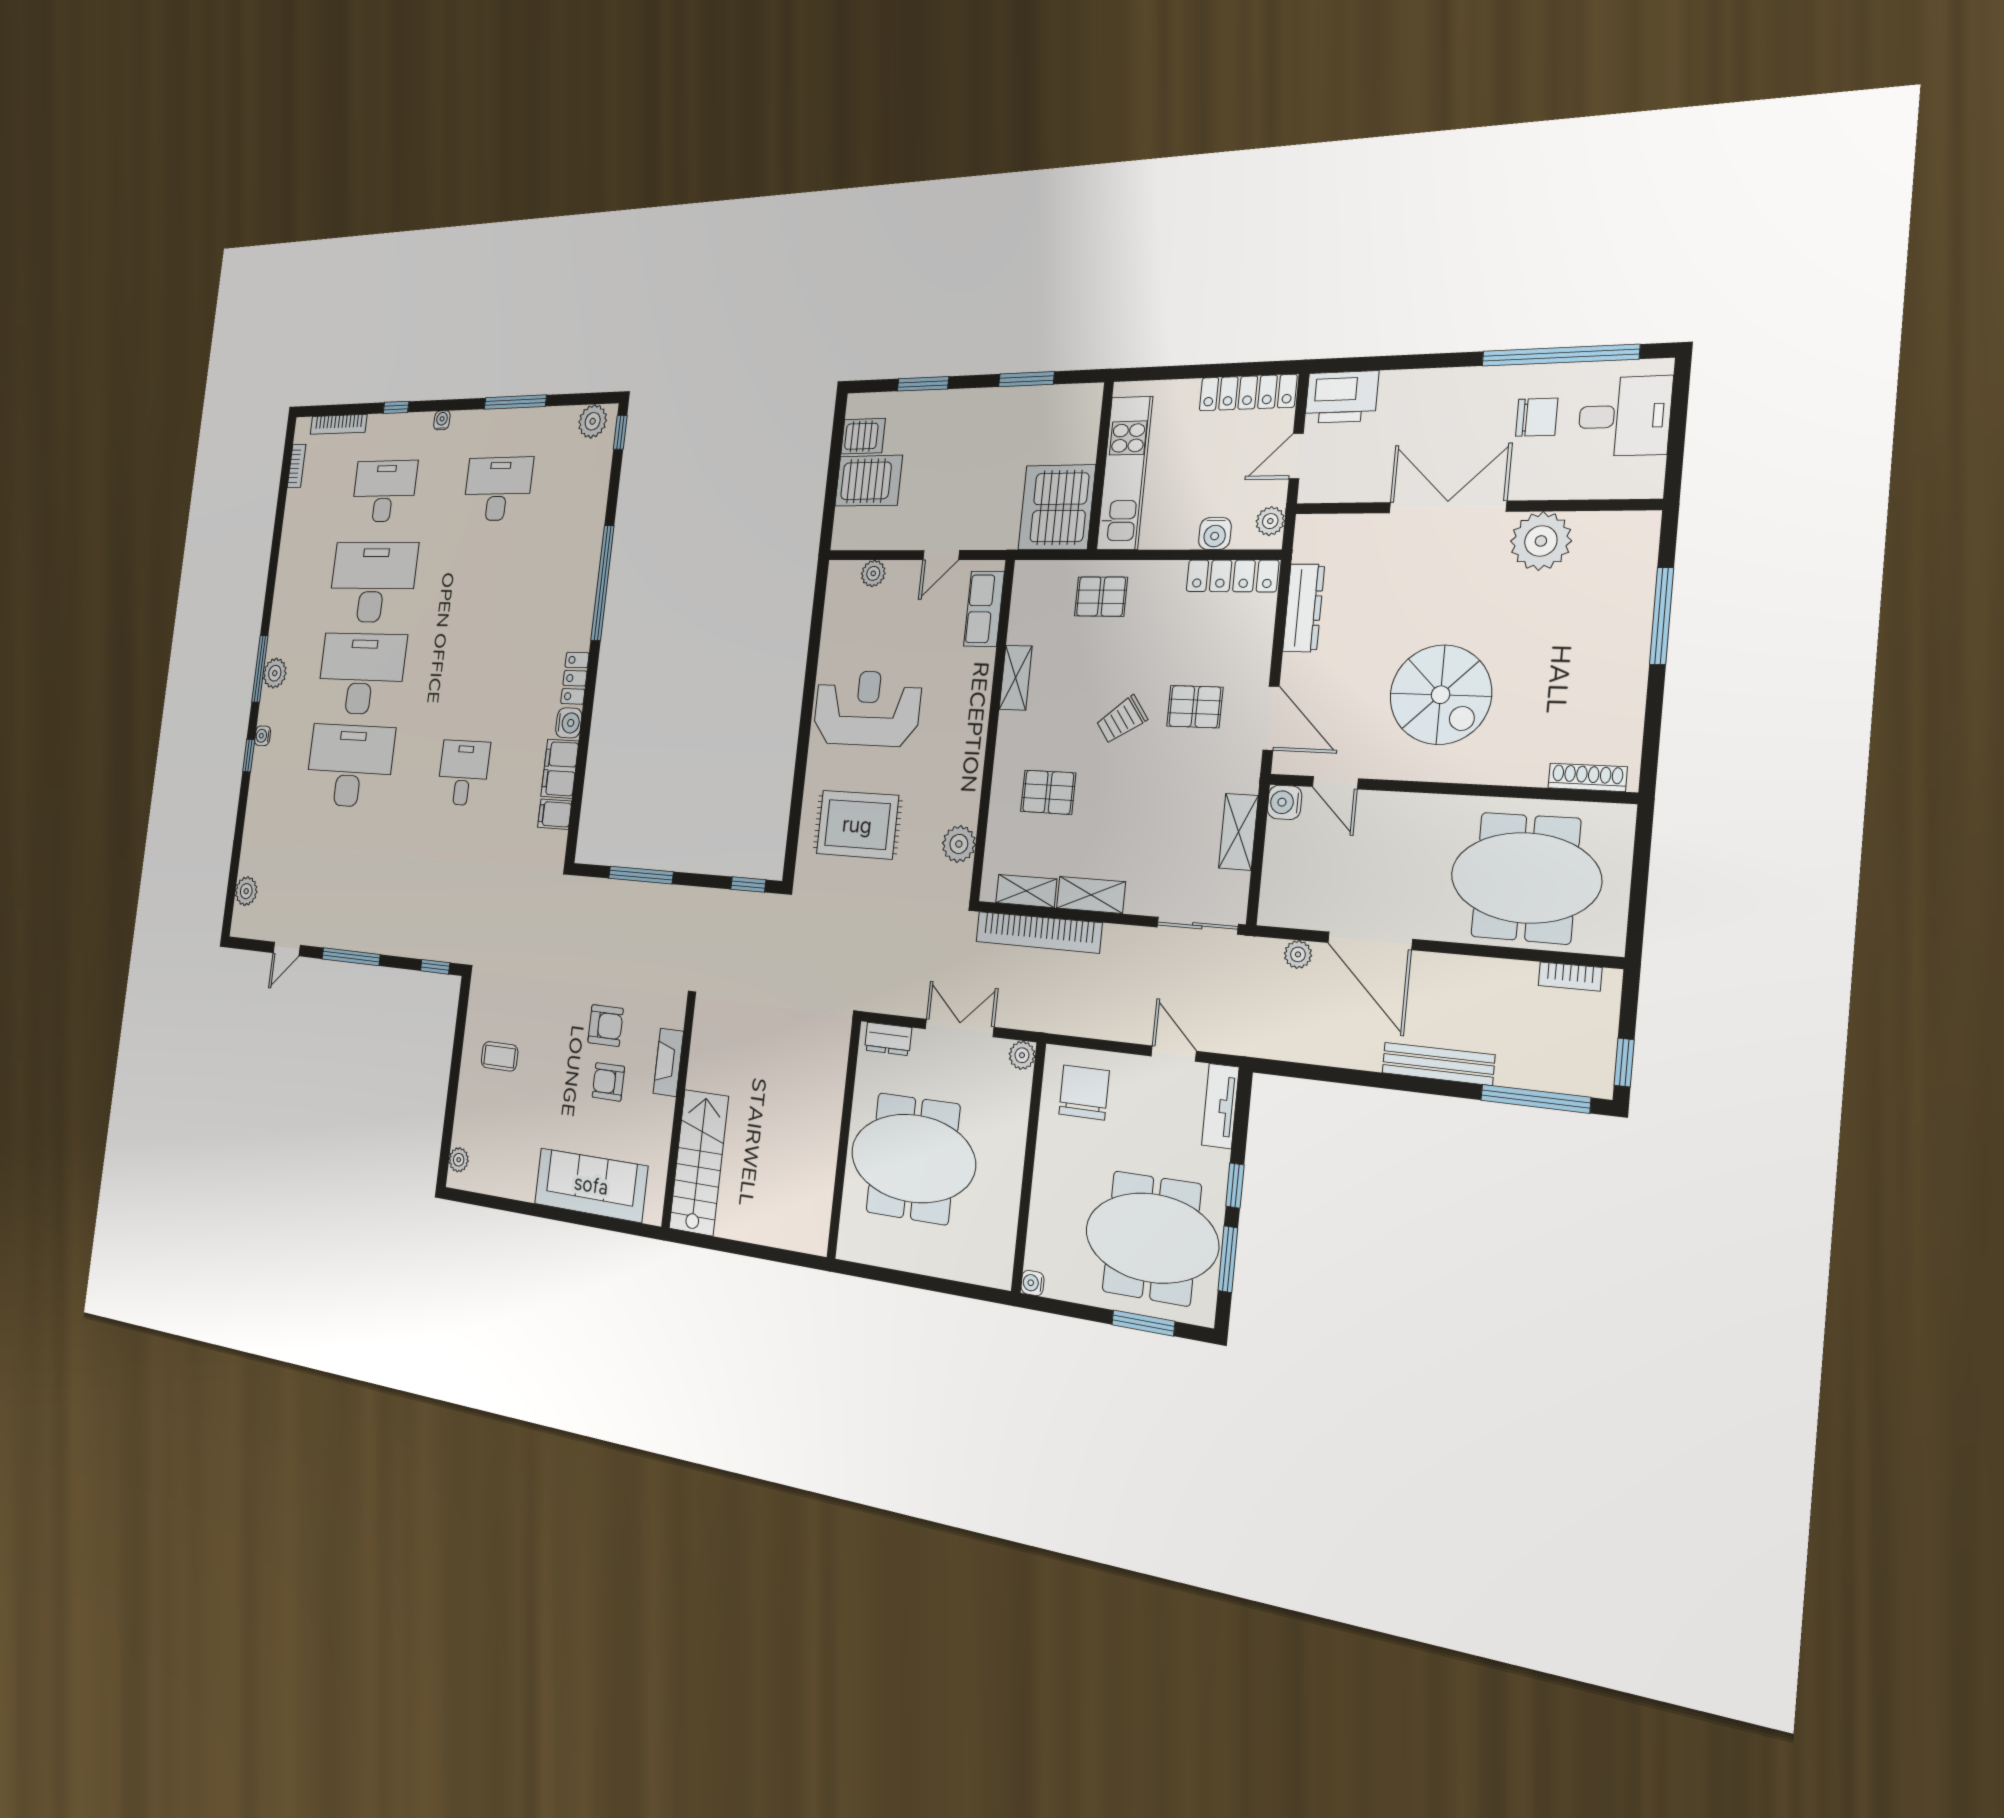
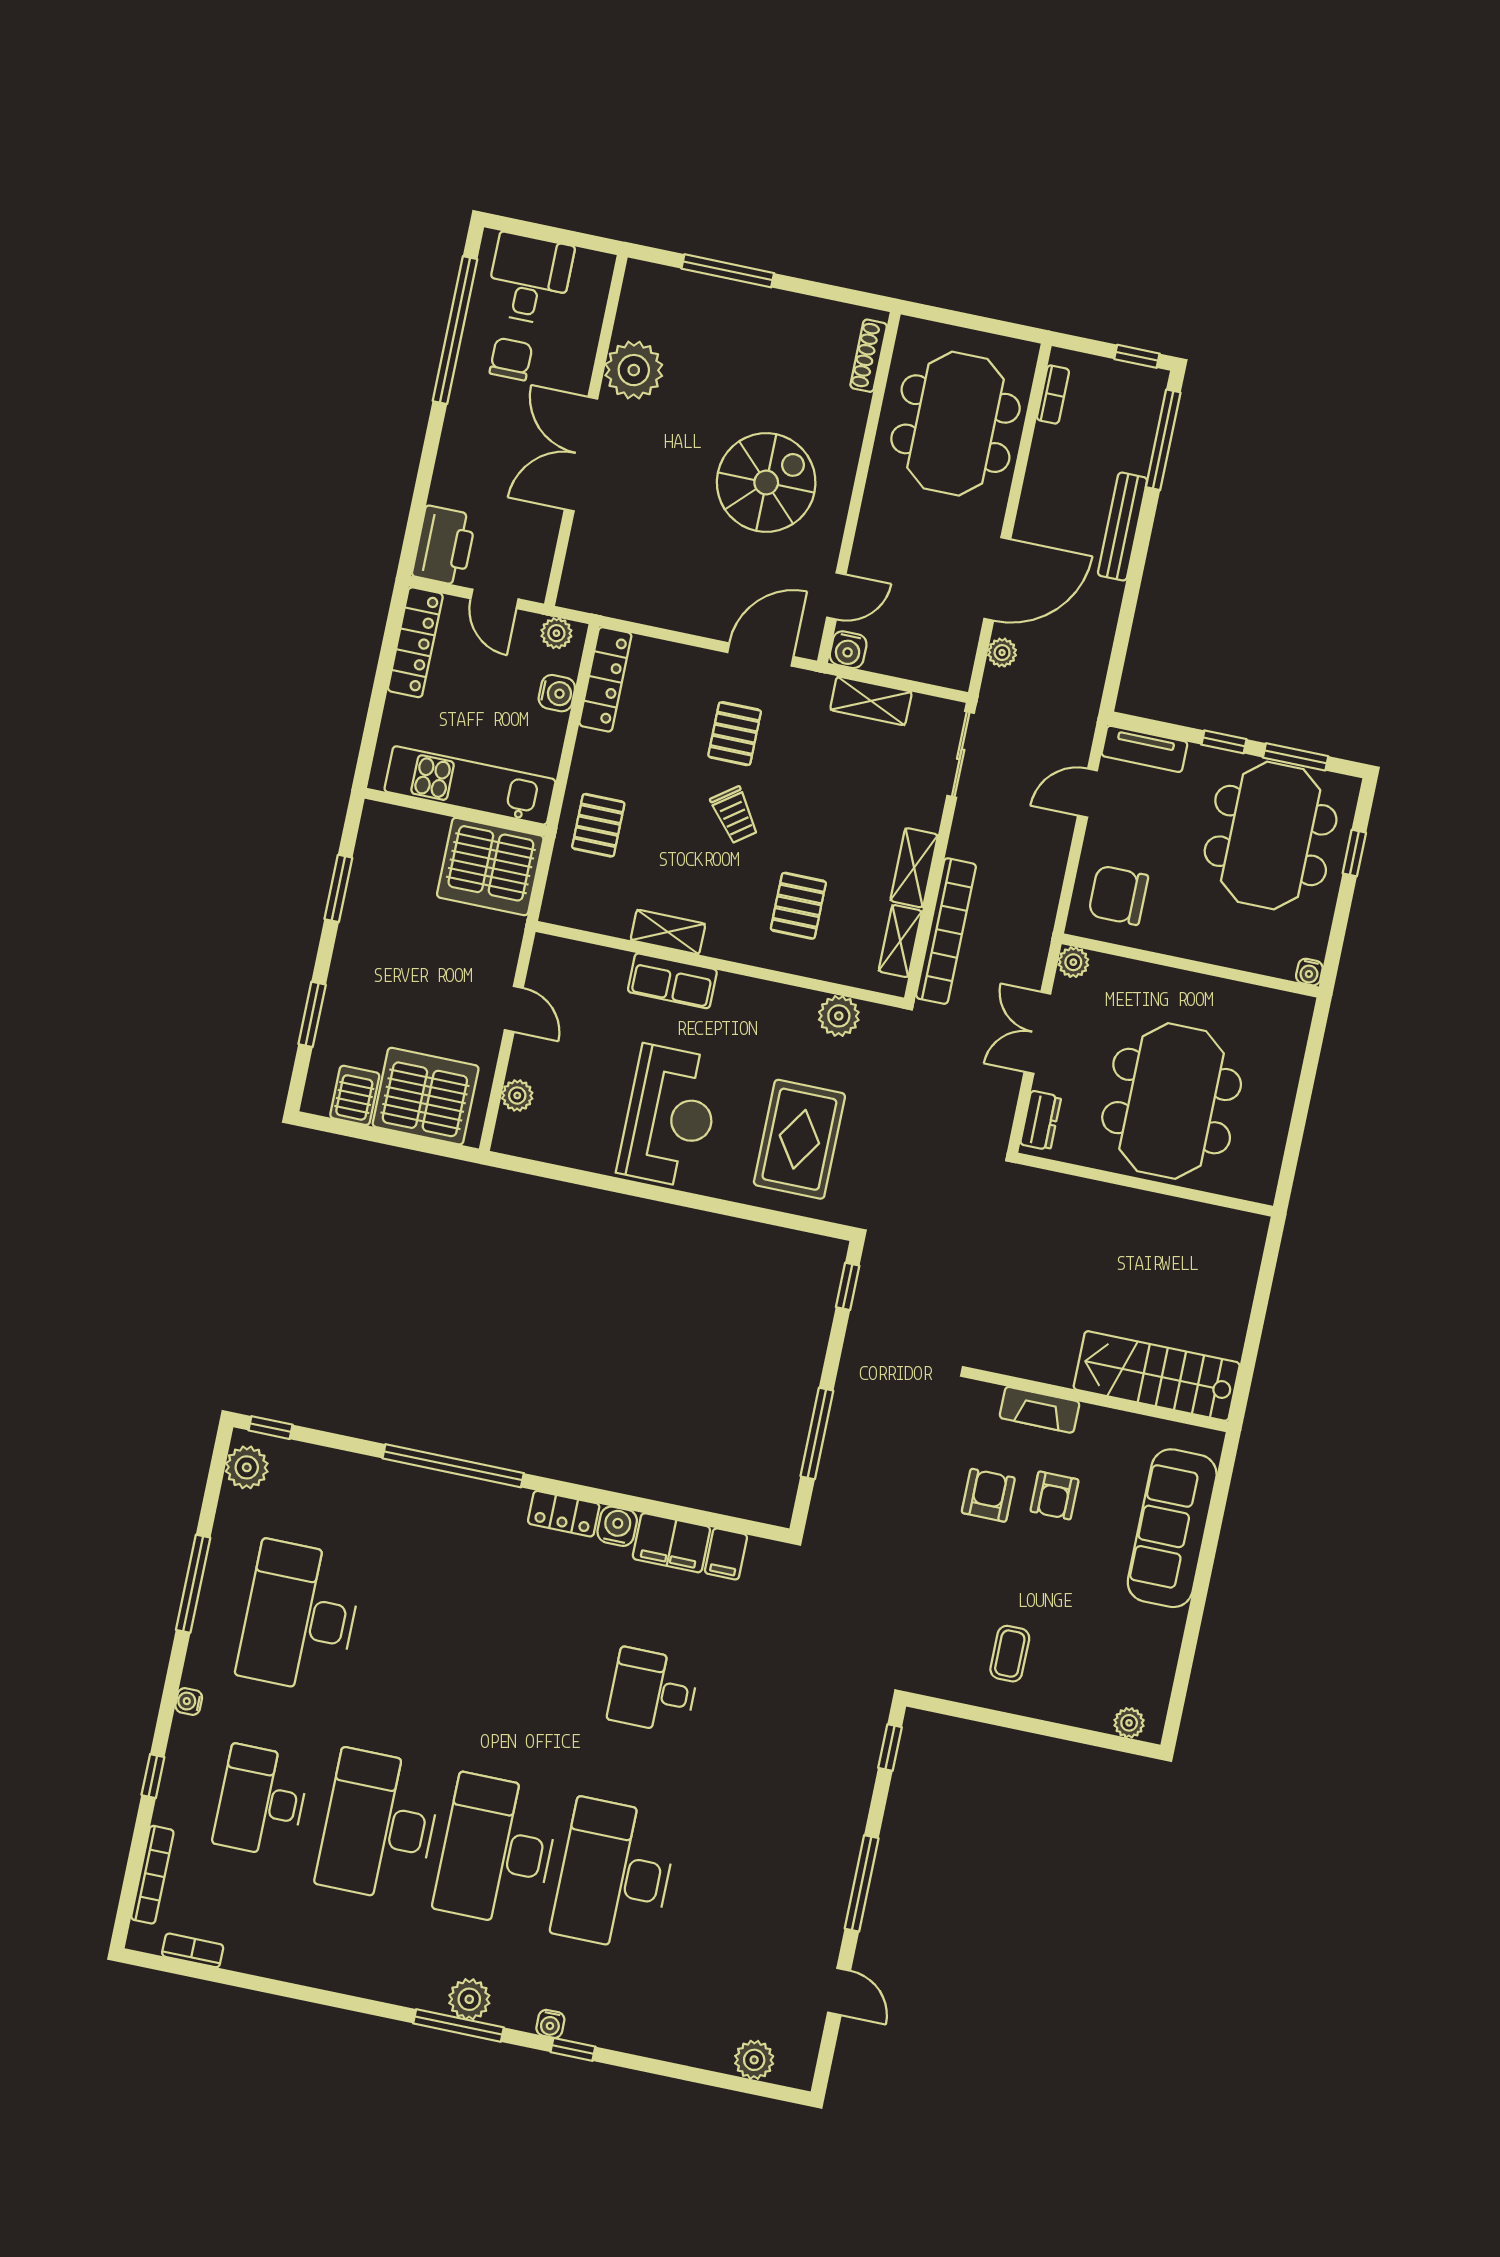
server rack: (869, 481) -> (426, 1096), width x1.60
desk: (498, 489) -> (300, 1617), width x1.36, depth x1.30
dresser: (1304, 608) -> (654, 608), removed
row of seats: (984, 609) -> (672, 981), moved
reception desk: (867, 708) -> (670, 1116), turned 180
window: (1143, 1323) -> (1354, 853), width x0.67

